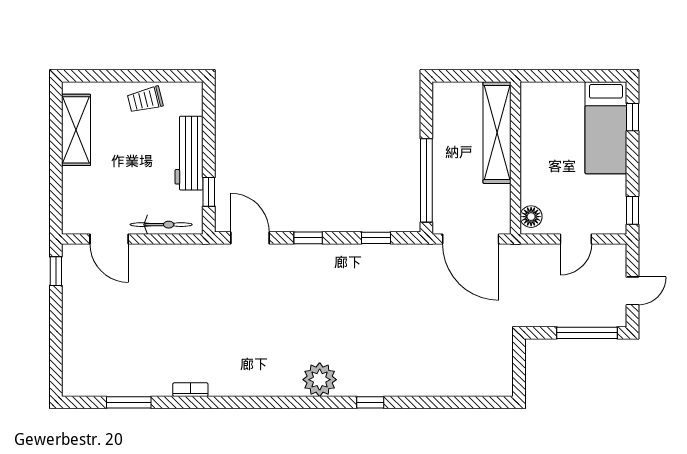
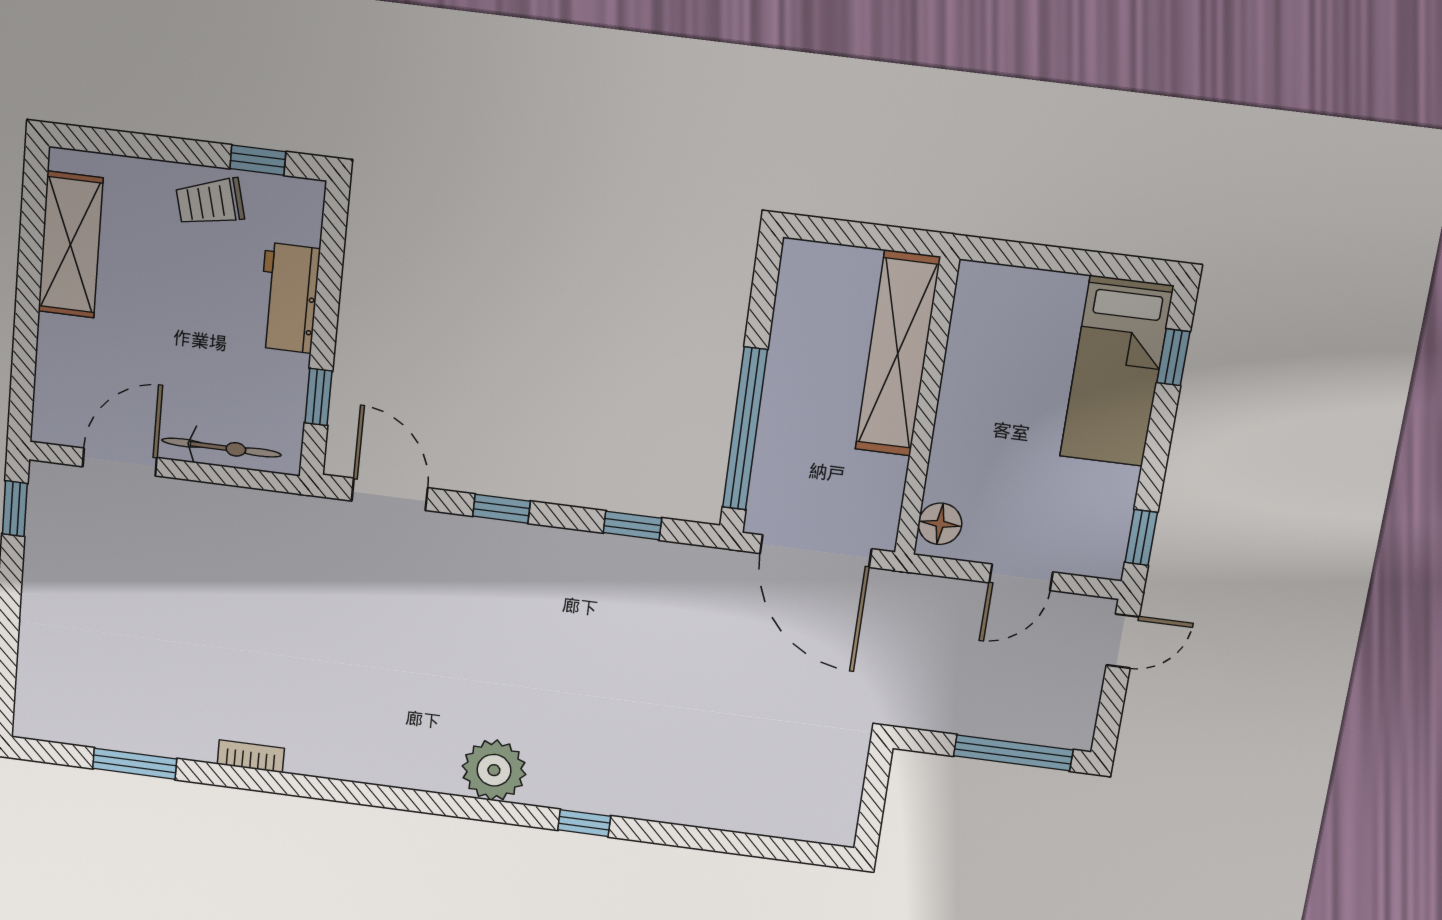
window: (167, 76) -> (258, 160), added
workbench: (189, 153) -> (289, 298), width x0.73
door: (109, 239) -> (120, 462), swing flipped
door: (632, 291) -> (1123, 641), moved

